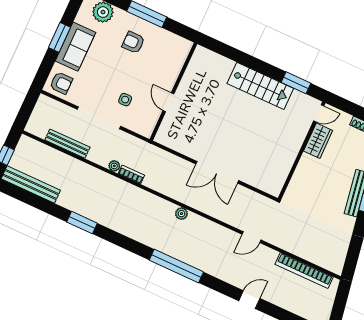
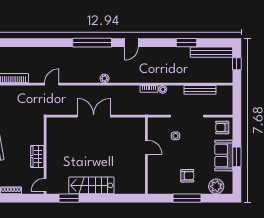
wardrobe: (318, 141) -> (37, 156), moved
window: (82, 223) -> (186, 43), moved
door: (249, 300) -> (132, 43), moved

